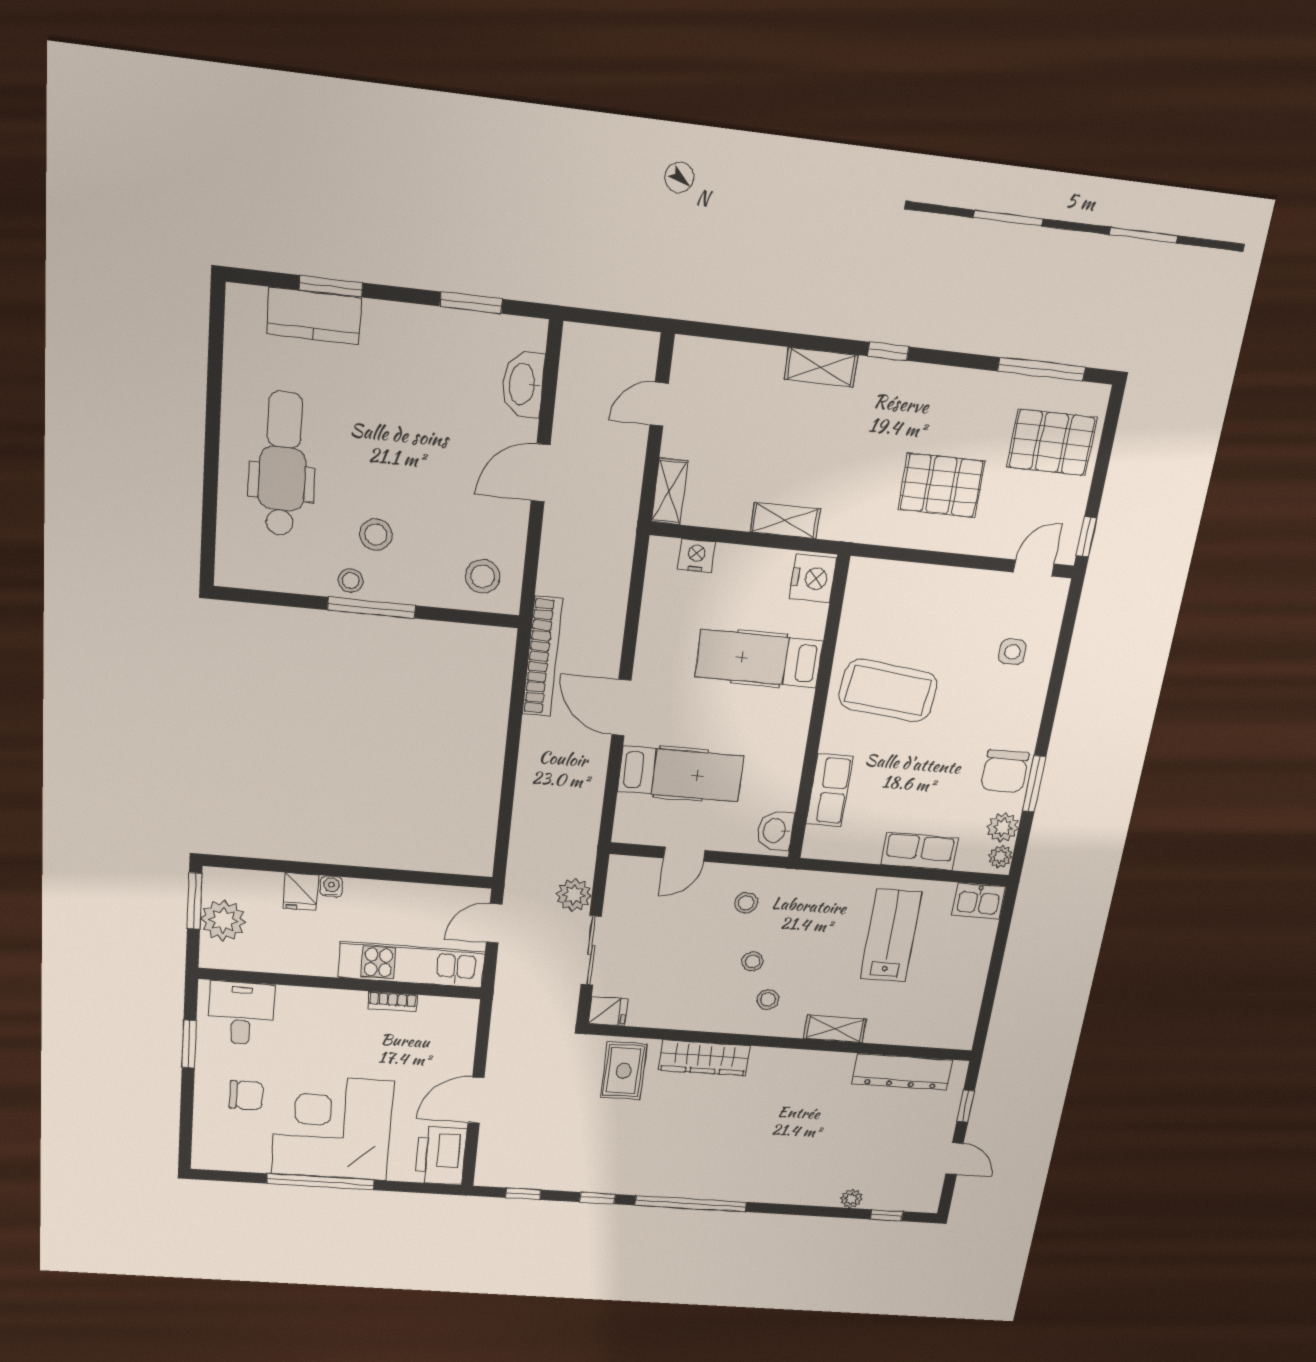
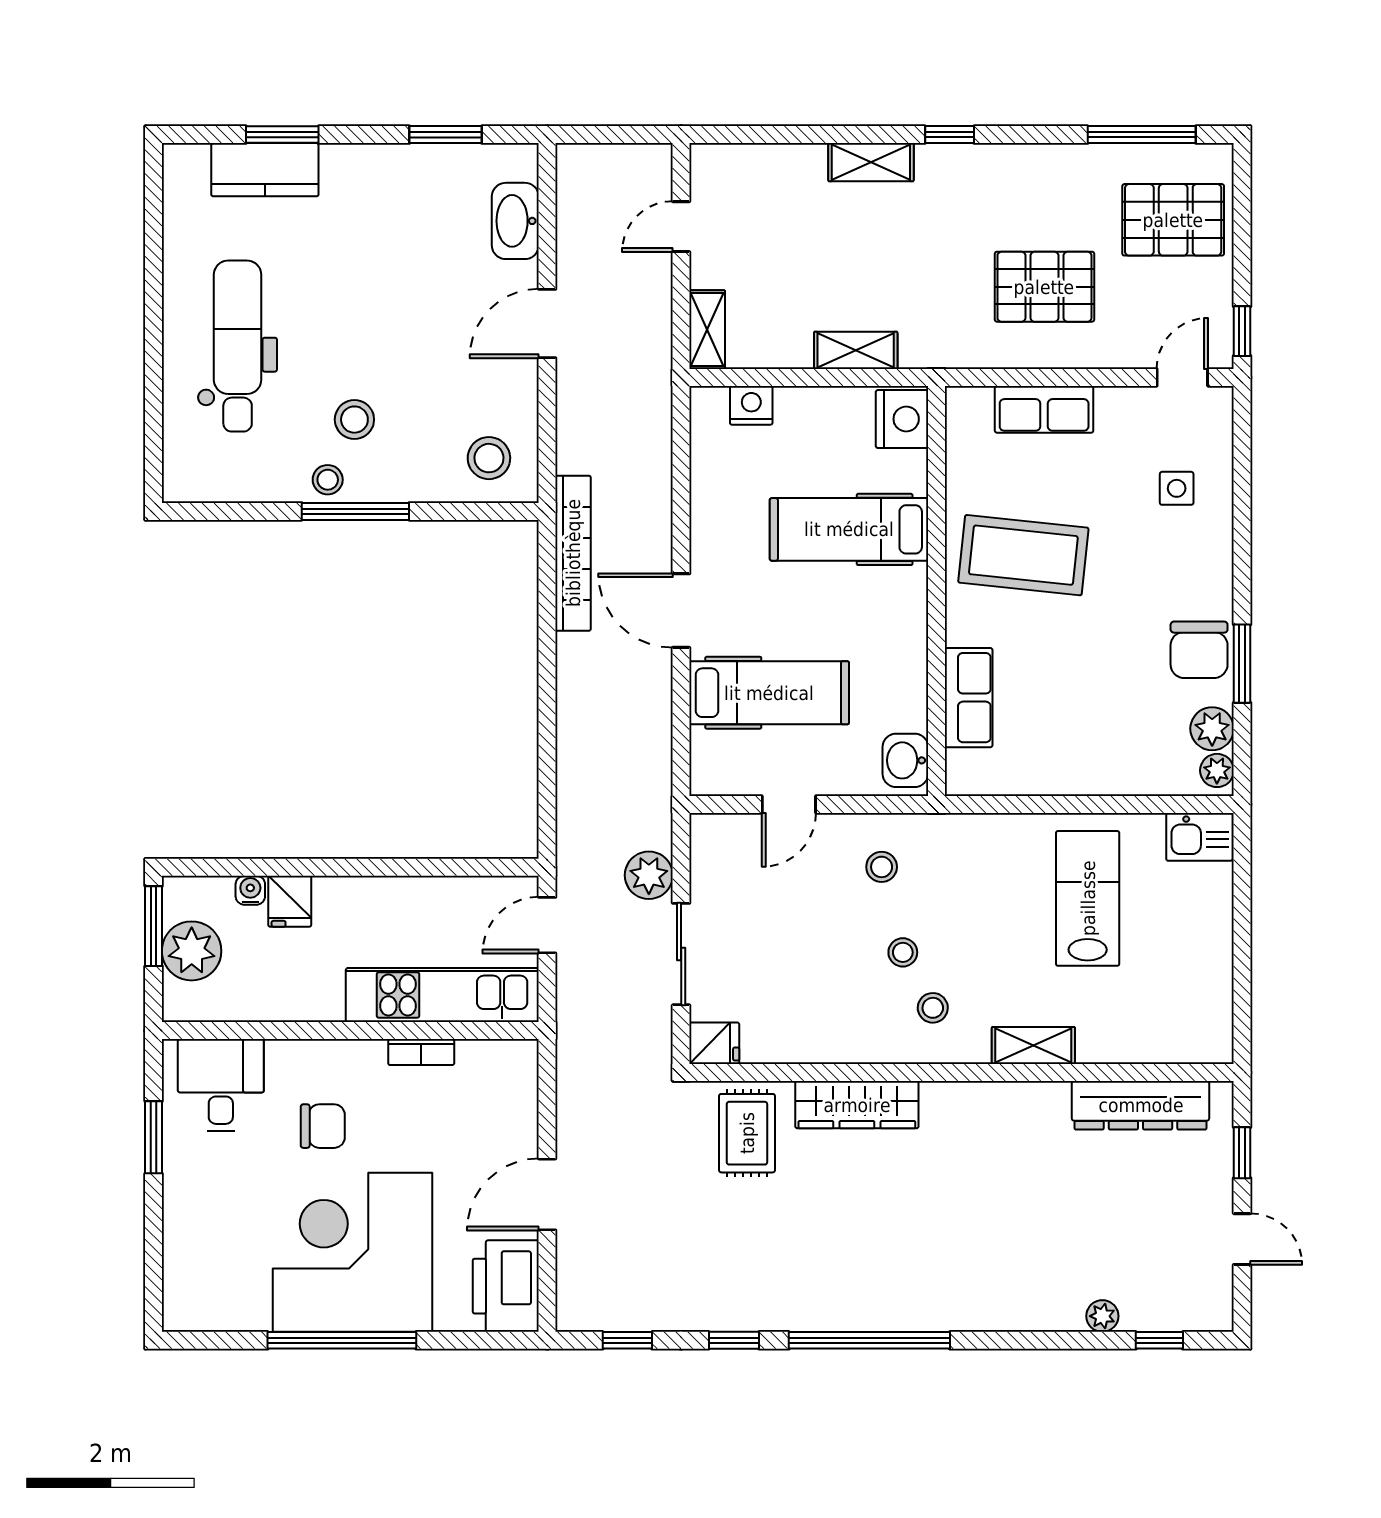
row of seats: (920, 851) -> (1044, 409), moved, turned 180
water cooler: (331, 886) -> (250, 890), moved
chair: (246, 1095) -> (323, 1126), moved

